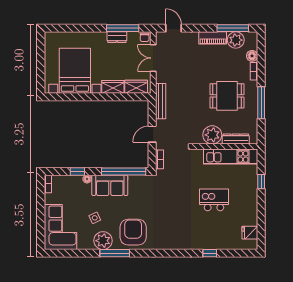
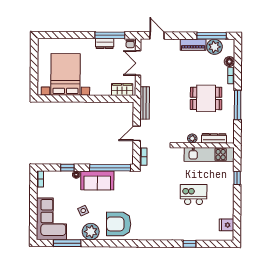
wardrobe: (113, 87) -> (101, 90), removed
plant: (212, 135) -> (192, 138), width x0.53, depth x0.53
armchair: (133, 232) -> (119, 224), turned -90
window: (115, 253) -> (67, 243), moved

